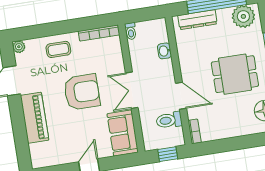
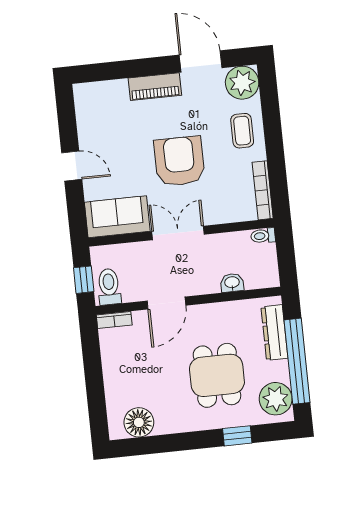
plant: (19, 47) -> (242, 83), width x1.88, depth x1.88
dining table: (235, 74) -> (217, 375), moved
armchair: (82, 92) -> (179, 161), turned 180
piano: (35, 118) -> (155, 87), width x0.73, depth x0.75
toilet: (169, 120) -> (109, 287), moved

